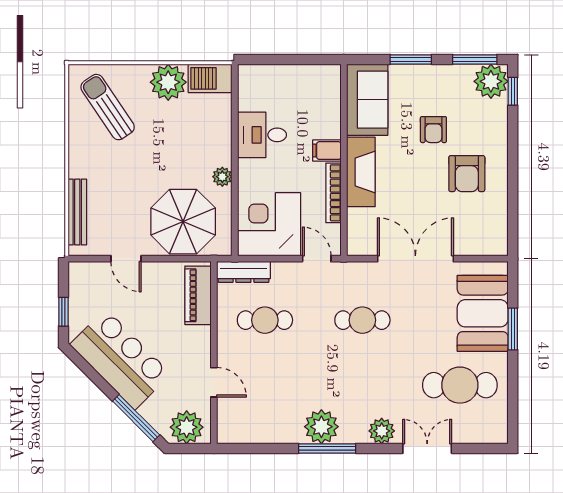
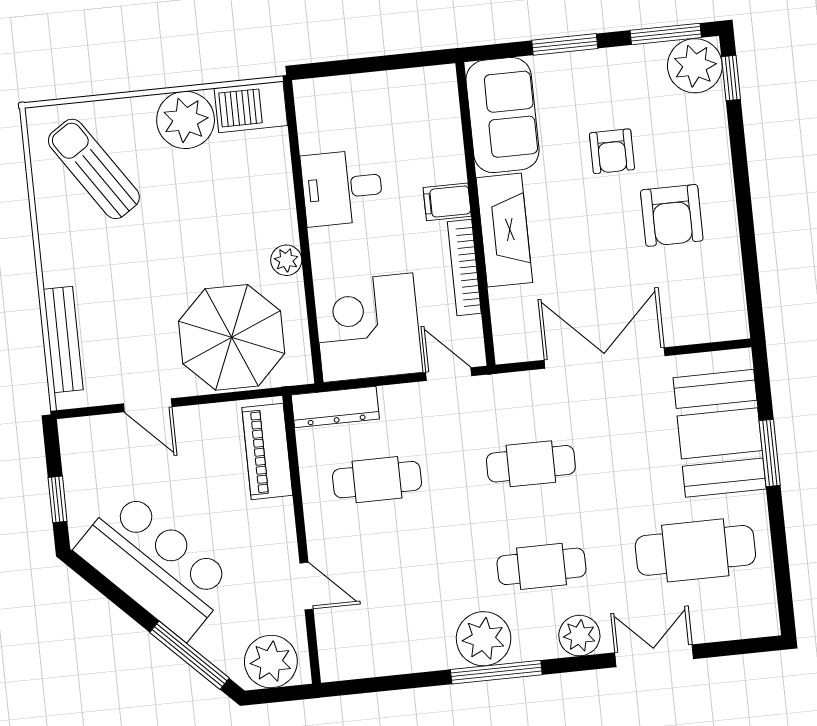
cafe table: (362, 385) -> (541, 566), added

